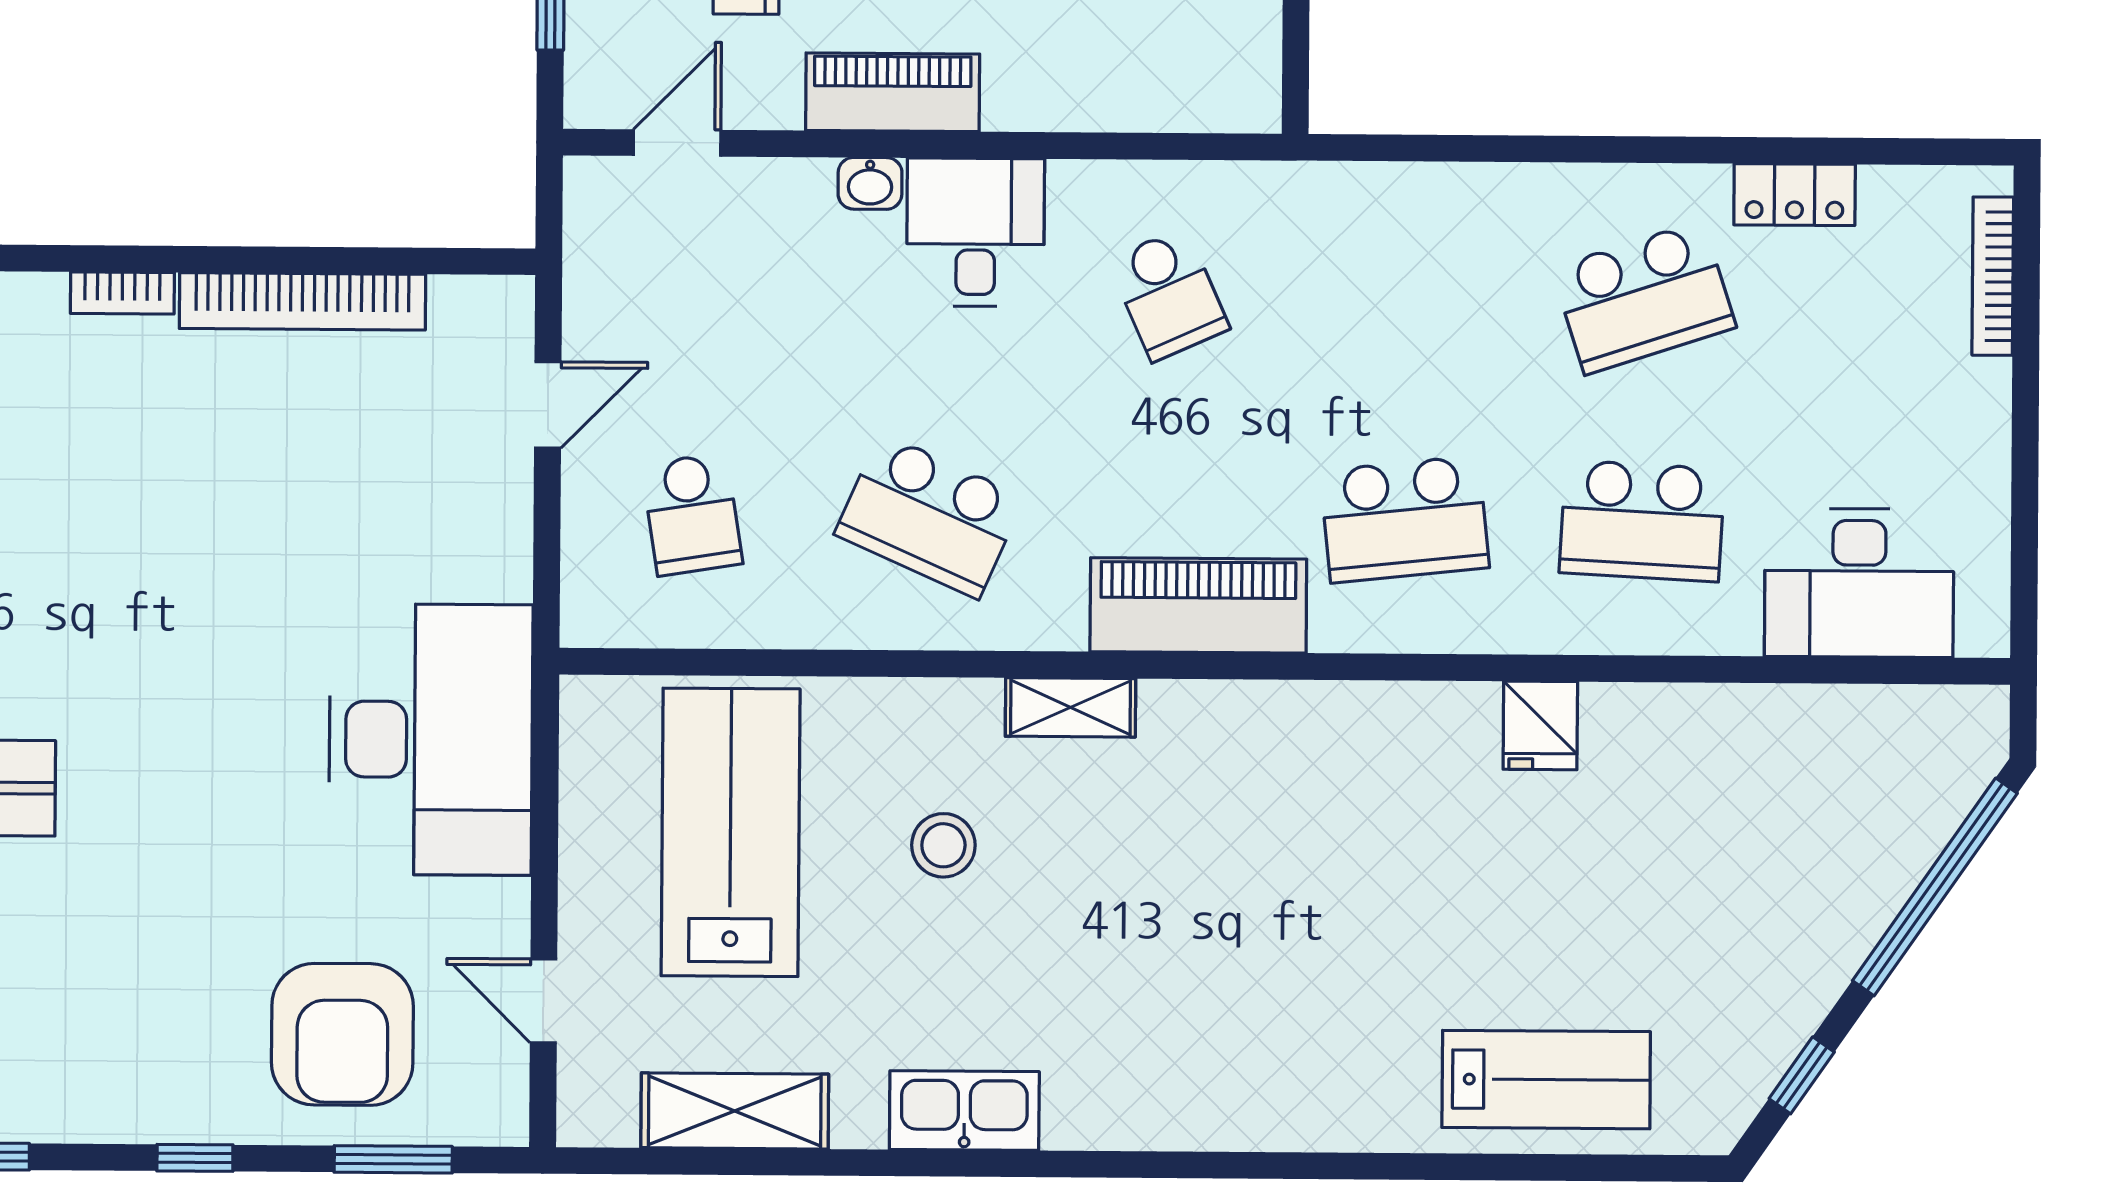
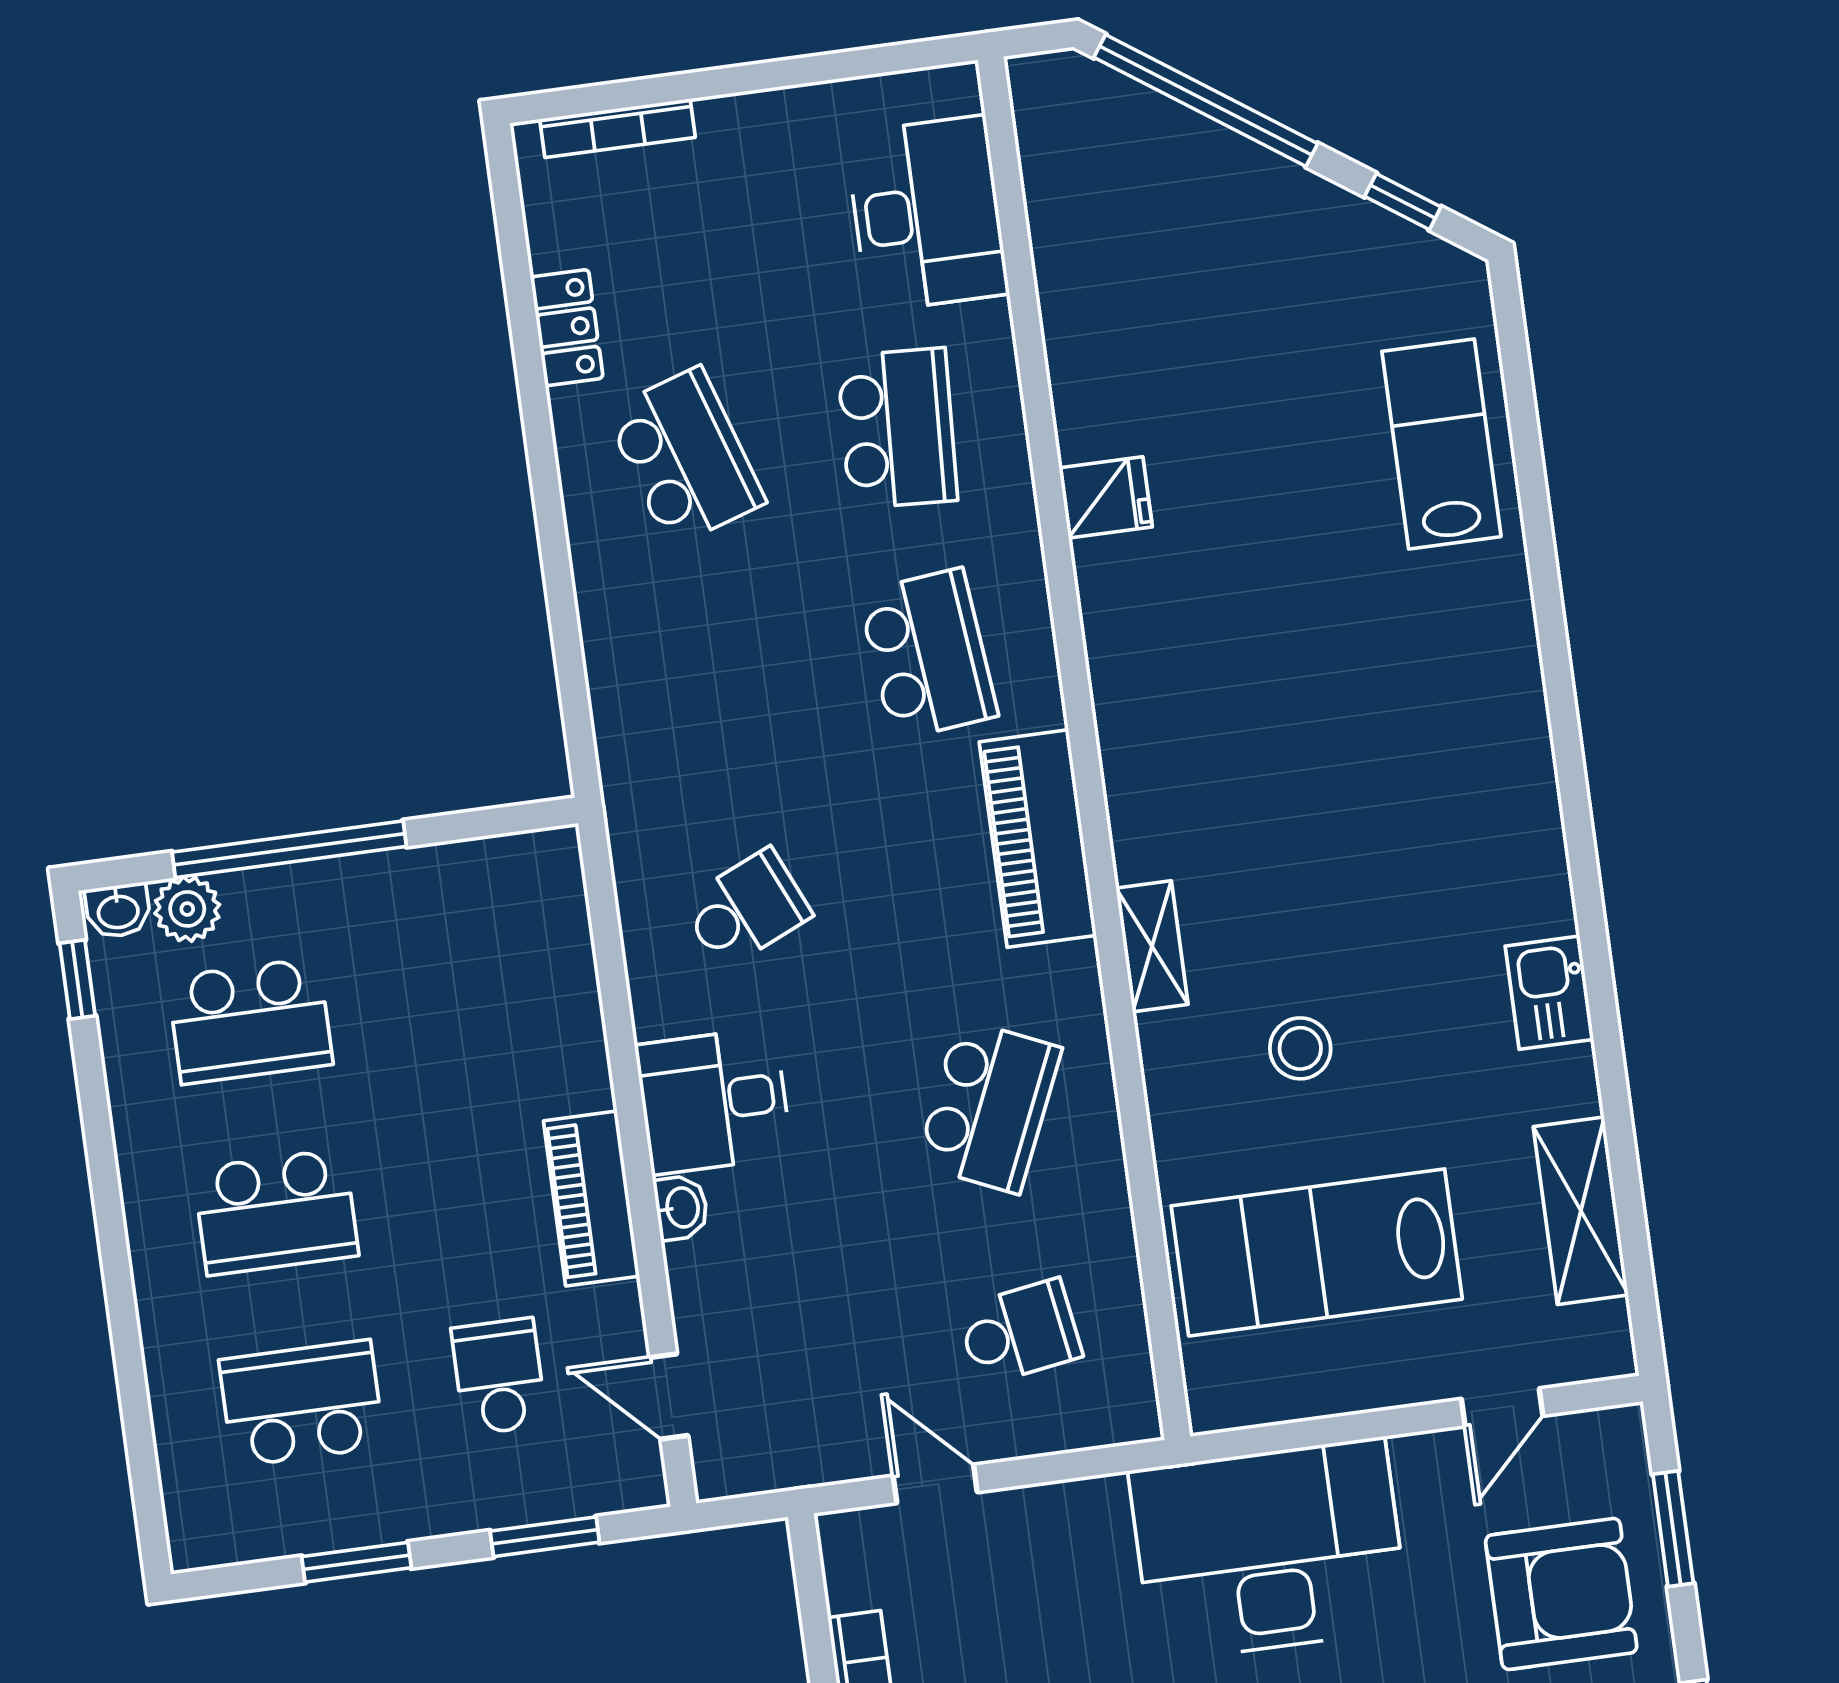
kitchen sink: (964, 1111) -> (1550, 993), width x0.73

